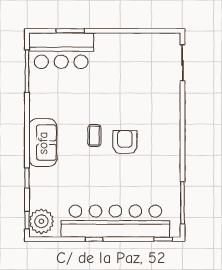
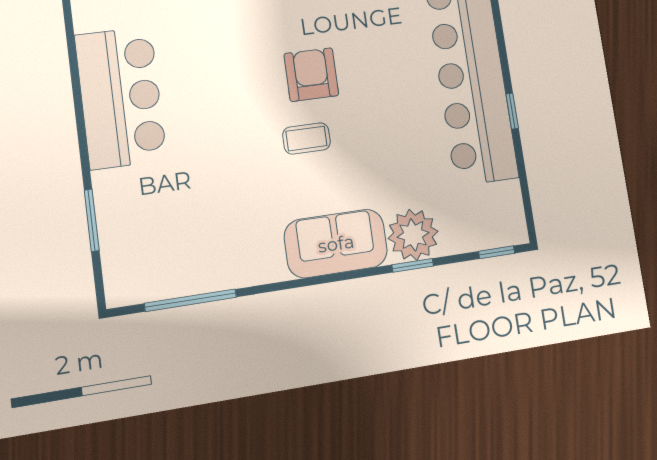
bar counter: (61, 51) -> (121, 98), moved
armchair: (125, 142) -> (311, 75), turned 90
plant: (41, 221) -> (413, 235), moved

